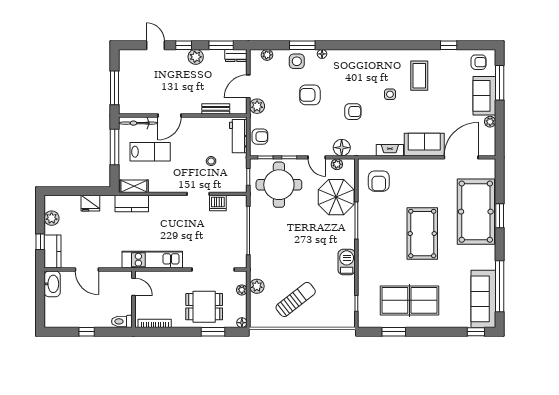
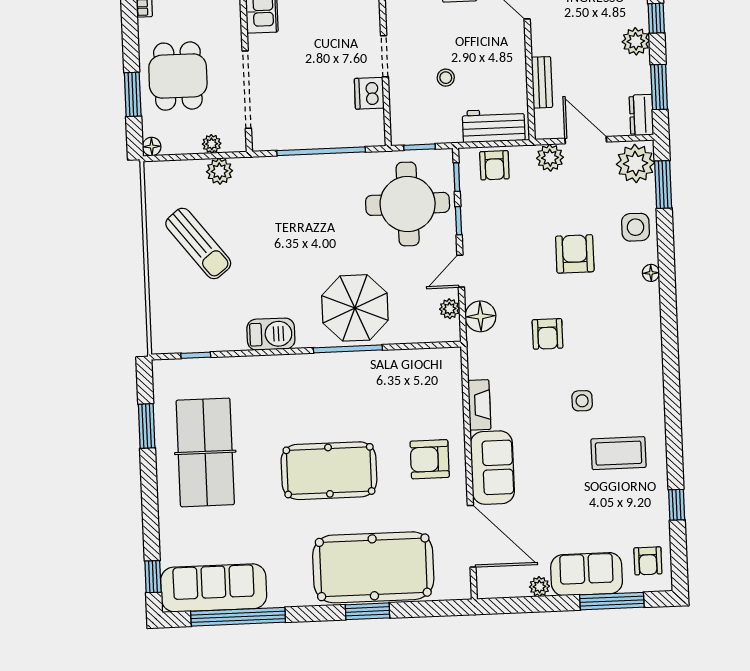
window: (302, 45) -> (663, 184), moved
plant: (267, 55) -> (635, 163), width x1.88, depth x1.88
armchair: (379, 181) -> (430, 459), moved
parasol: (336, 197) -> (355, 308), moved

